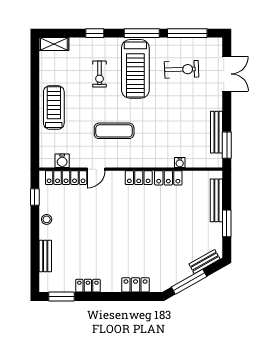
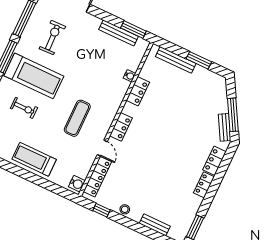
water cooler: (62, 161) -> (77, 184), moved
locker: (139, 178) -> (121, 127), moved
bench: (204, 262) -> (225, 127), moved
locker: (88, 286) -> (204, 185), moved

